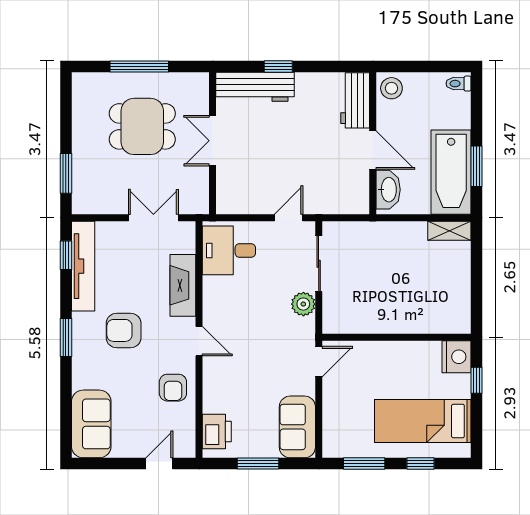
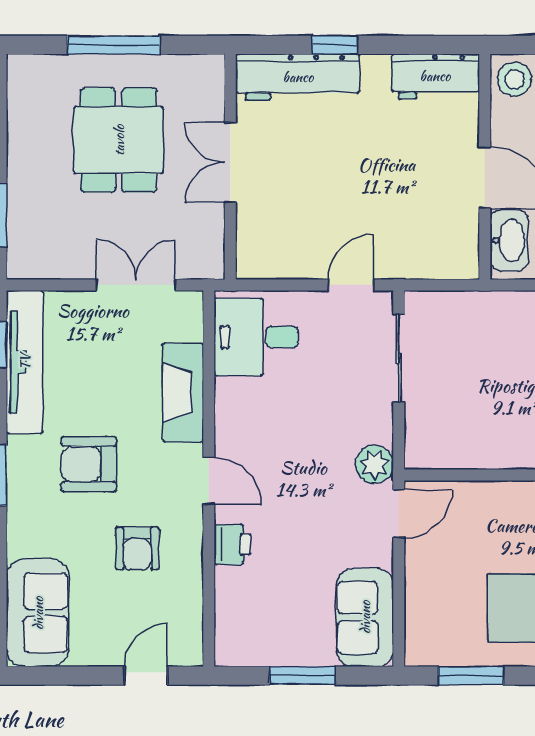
workbench: (355, 100) -> (435, 76), moved, turned -90
dining table: (142, 126) -> (119, 140), turned 90
plant: (303, 304) -> (374, 464), moved
armchair: (173, 388) -> (137, 548), moved
printer: (217, 432) -> (233, 544), moved, width x0.73, depth x0.81

